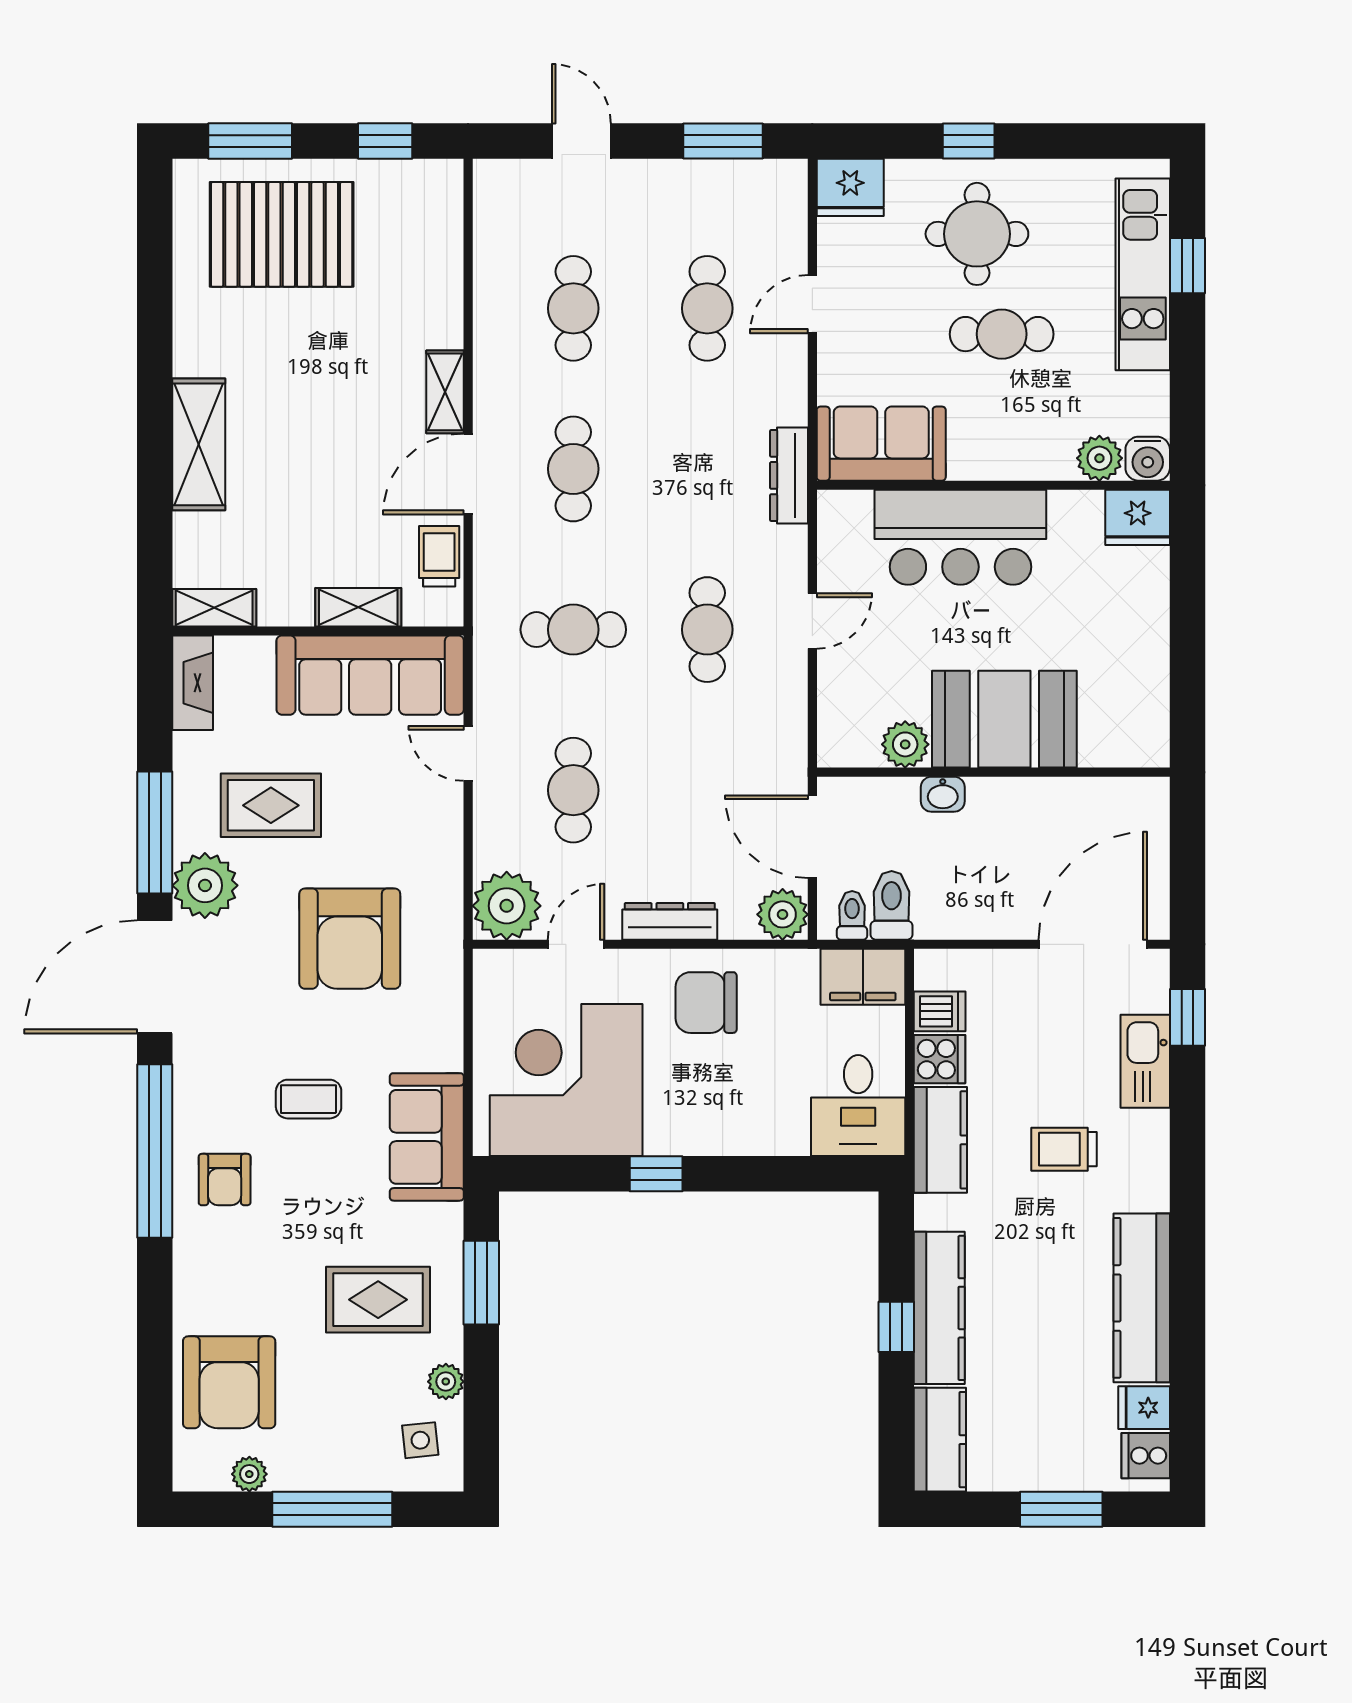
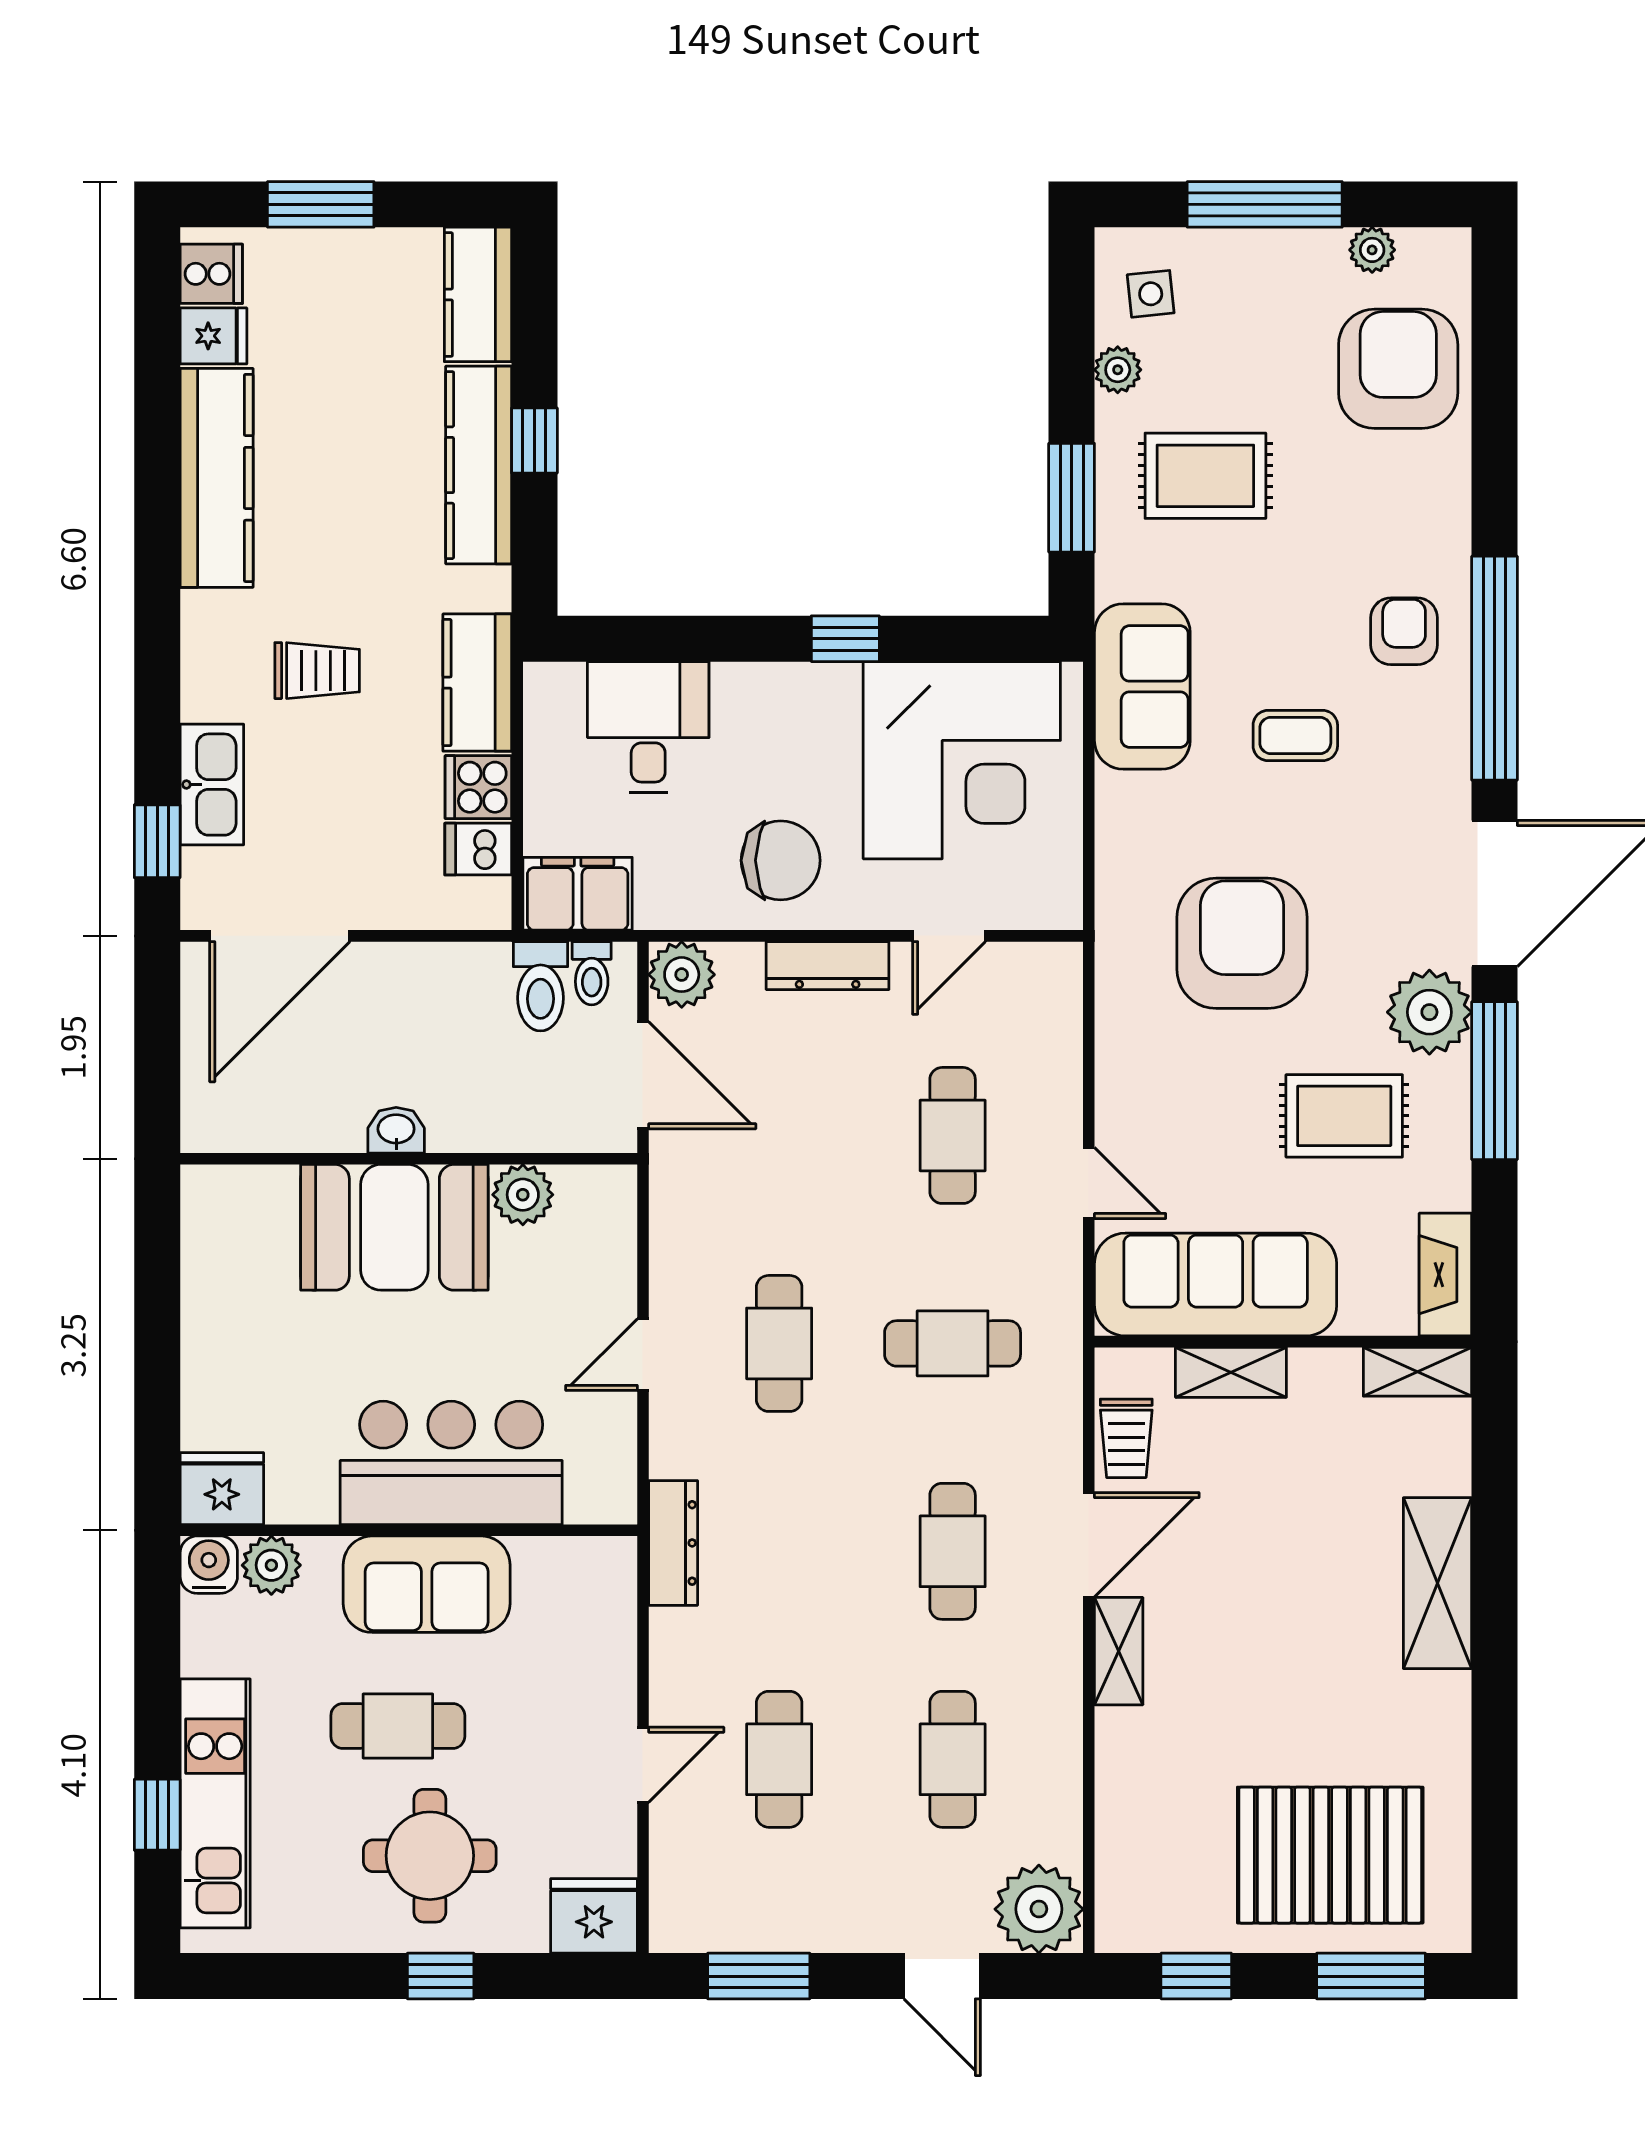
sofa: (881, 444) -> (427, 1584), moved
washbasin: (943, 794) -> (396, 1130), moved
plant: (507, 906) -> (1039, 1909), moved
desk: (858, 1106) -> (648, 727), moved

